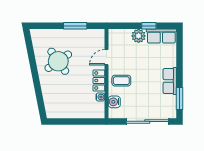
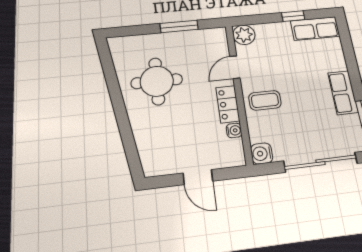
plant: (139, 36) -> (244, 35), moved
round table: (58, 61) -> (157, 81), turned 35
water cooler: (114, 102) -> (262, 153), moved
door: (76, 121) -> (198, 177), added

